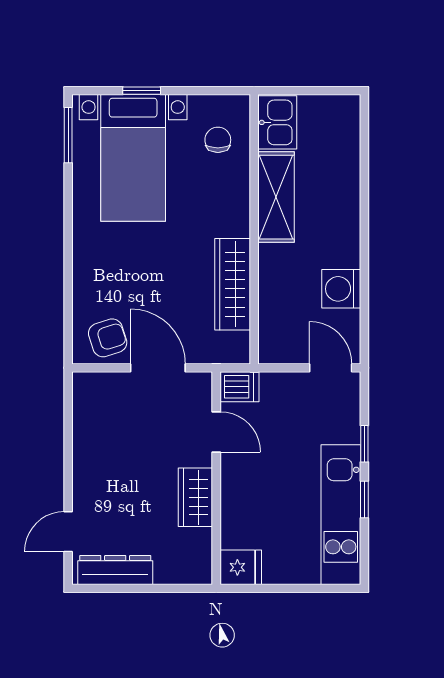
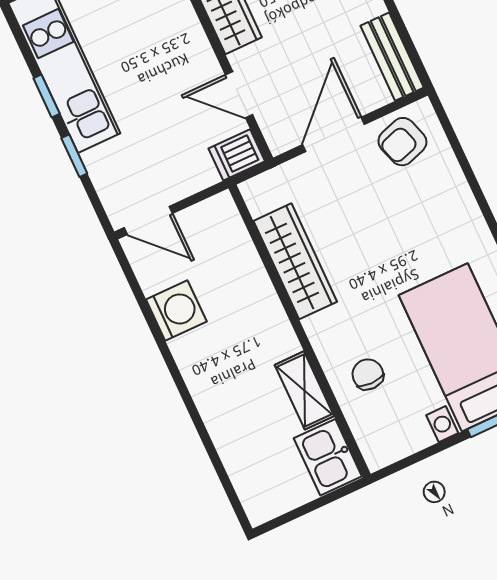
chair: (218, 140) -> (368, 374), moved, turned 180
shelving: (276, 197) -> (304, 390), width x0.67, depth x0.75
door: (158, 368) -> (334, 134), swing flipped
bench: (85, 407) -> (392, 57), added

